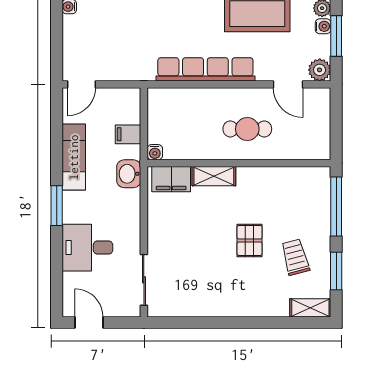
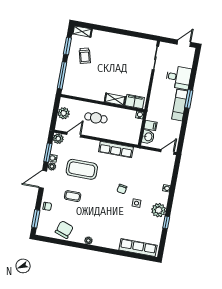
row of seats: (205, 69) -> (116, 149), width x0.73
door: (288, 84) -> (74, 135), hinge flipped
plant: (318, 126) -> (64, 113), added
exam couch: (74, 157) -> (180, 105), moved
washbasin: (129, 174) -> (148, 137), moved
pallet: (250, 240) -> (104, 67), removed
door: (89, 323) -> (184, 43), swing flipped

